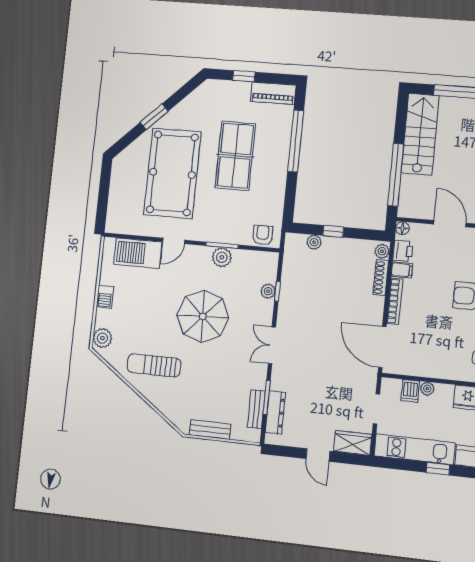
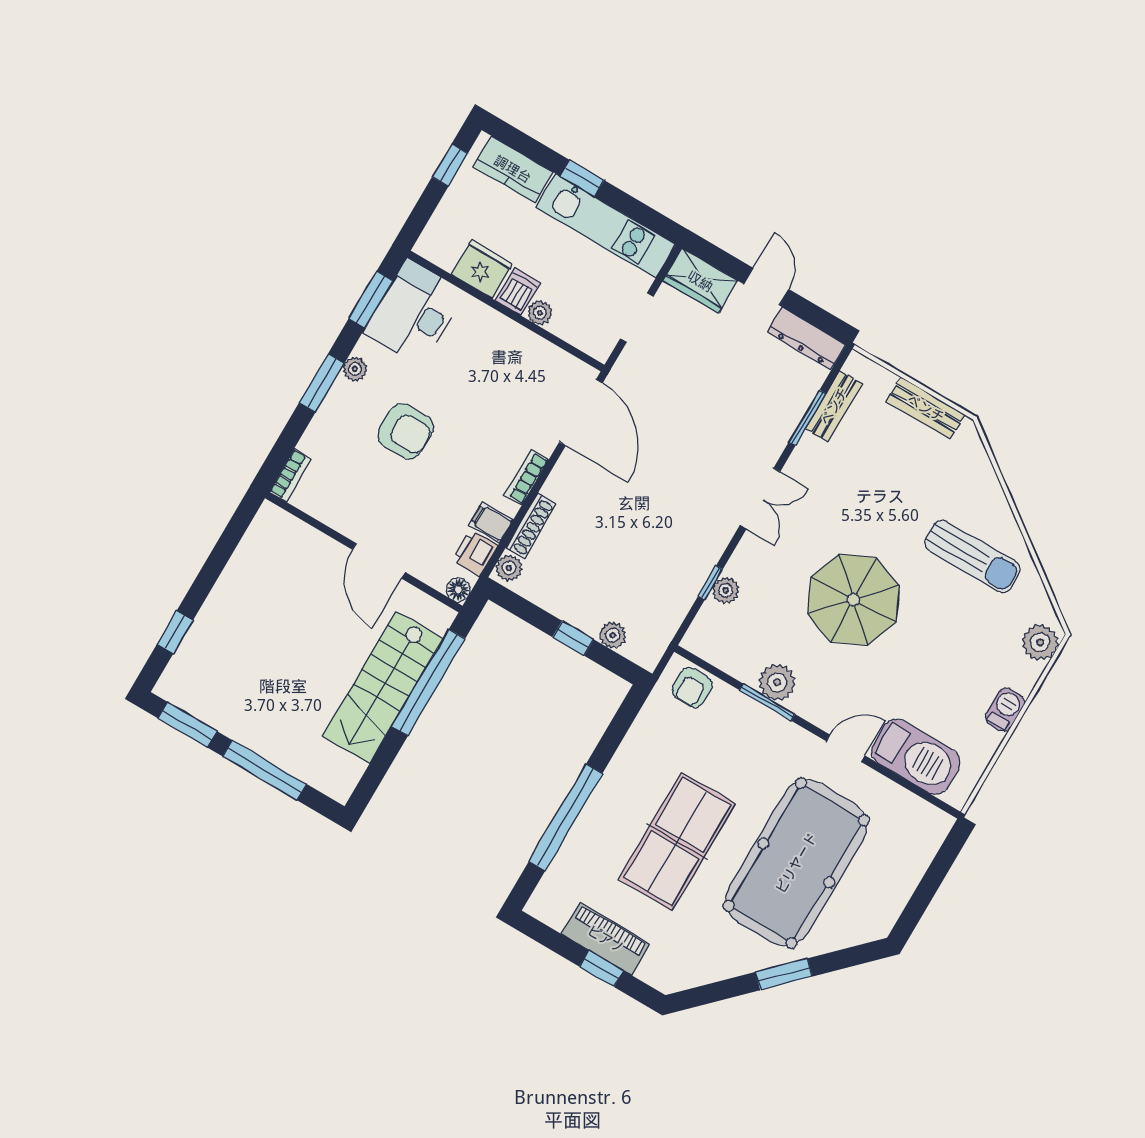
piano: (273, 93) -> (606, 939), moved
stairs: (420, 134) -> (383, 687), moved
bookcase: (395, 301) -> (526, 477), width x0.64
dishwasher: (410, 391) -> (518, 292), moved
dresser: (275, 413) -> (806, 338), moved, turned -90

